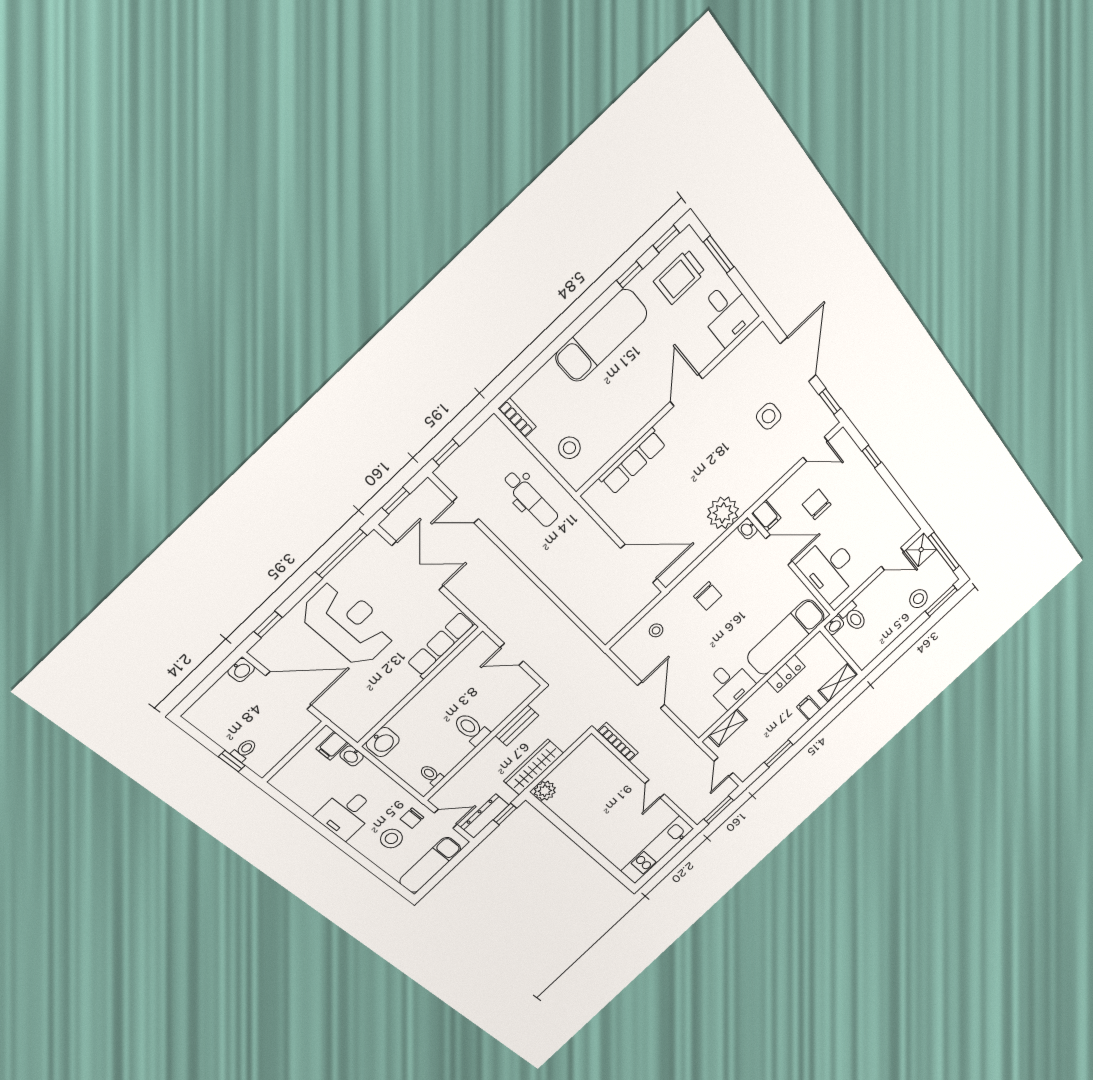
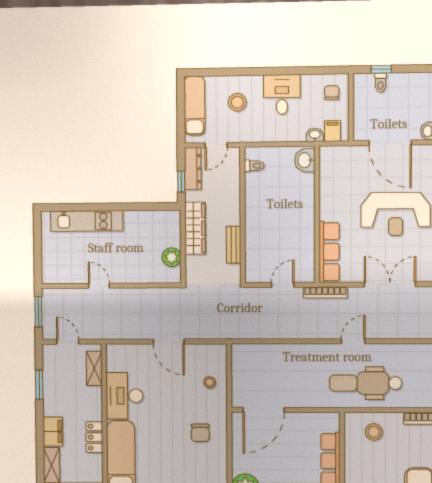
dental chair: (531, 499) -> (366, 383), width x1.36, depth x1.38
door: (466, 510) -> (353, 341), moved
double door: (418, 566) -> (390, 284), swing flipped
chair: (708, 596) -> (200, 433), turned -90
desk: (730, 684) -> (125, 396), width x1.37
door: (289, 691) -> (390, 143), hinge flipped
filing cabinet: (809, 708) -> (53, 431), width x2.00
toilet: (471, 729) -> (260, 217), removed
bookcase: (618, 742) -> (325, 292), moved
plant: (545, 791) -> (172, 257), moved
chair: (412, 818) -> (332, 93), moved
kitchen unit: (657, 850) -> (87, 221), moved, turned 90

